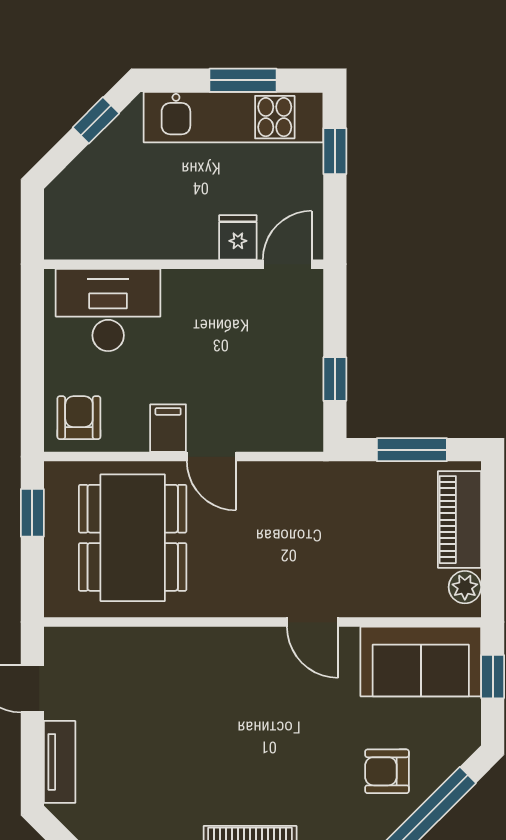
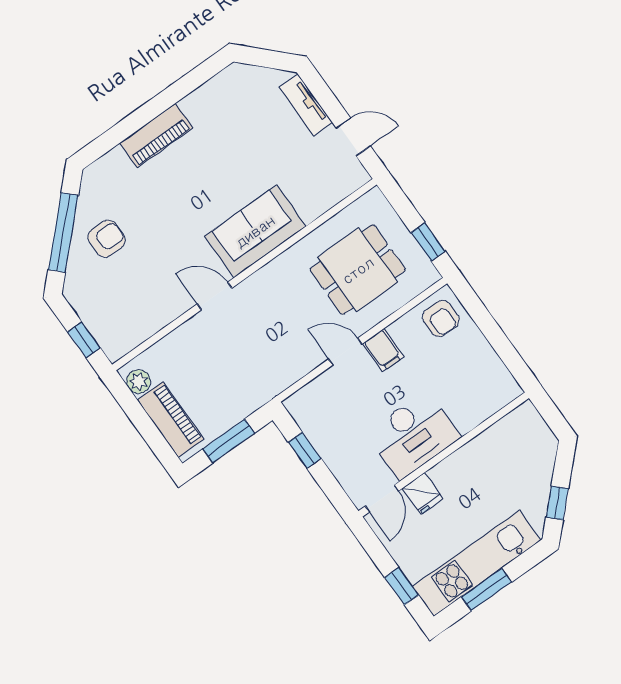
desk: (108, 310) -> (413, 435), moved
dining table: (133, 538) -> (358, 270), width x0.73
sofa: (421, 661) -> (255, 231), moved

